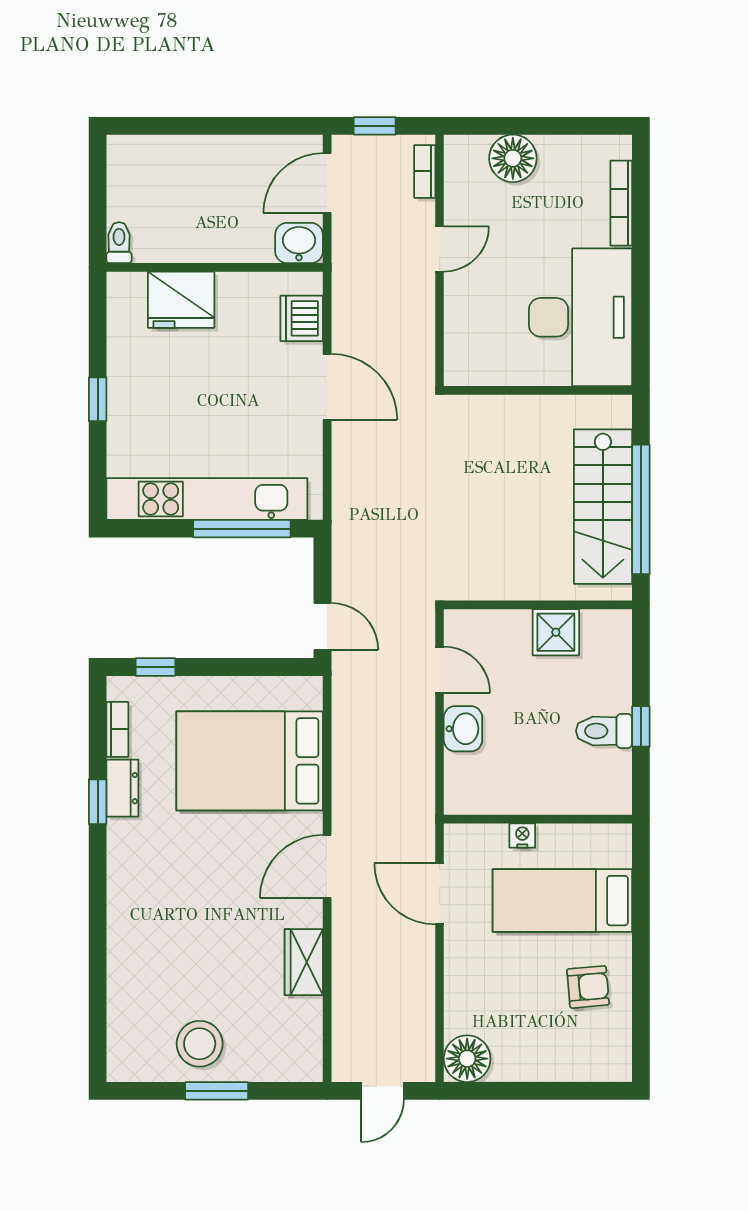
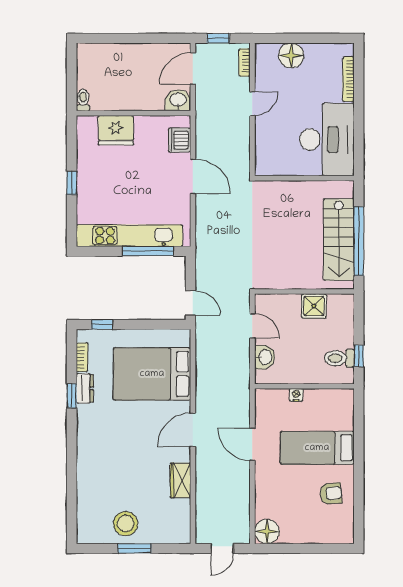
wall: (538, 819) -> (304, 386), moved
nightstand: (522, 836) -> (296, 395), moved

